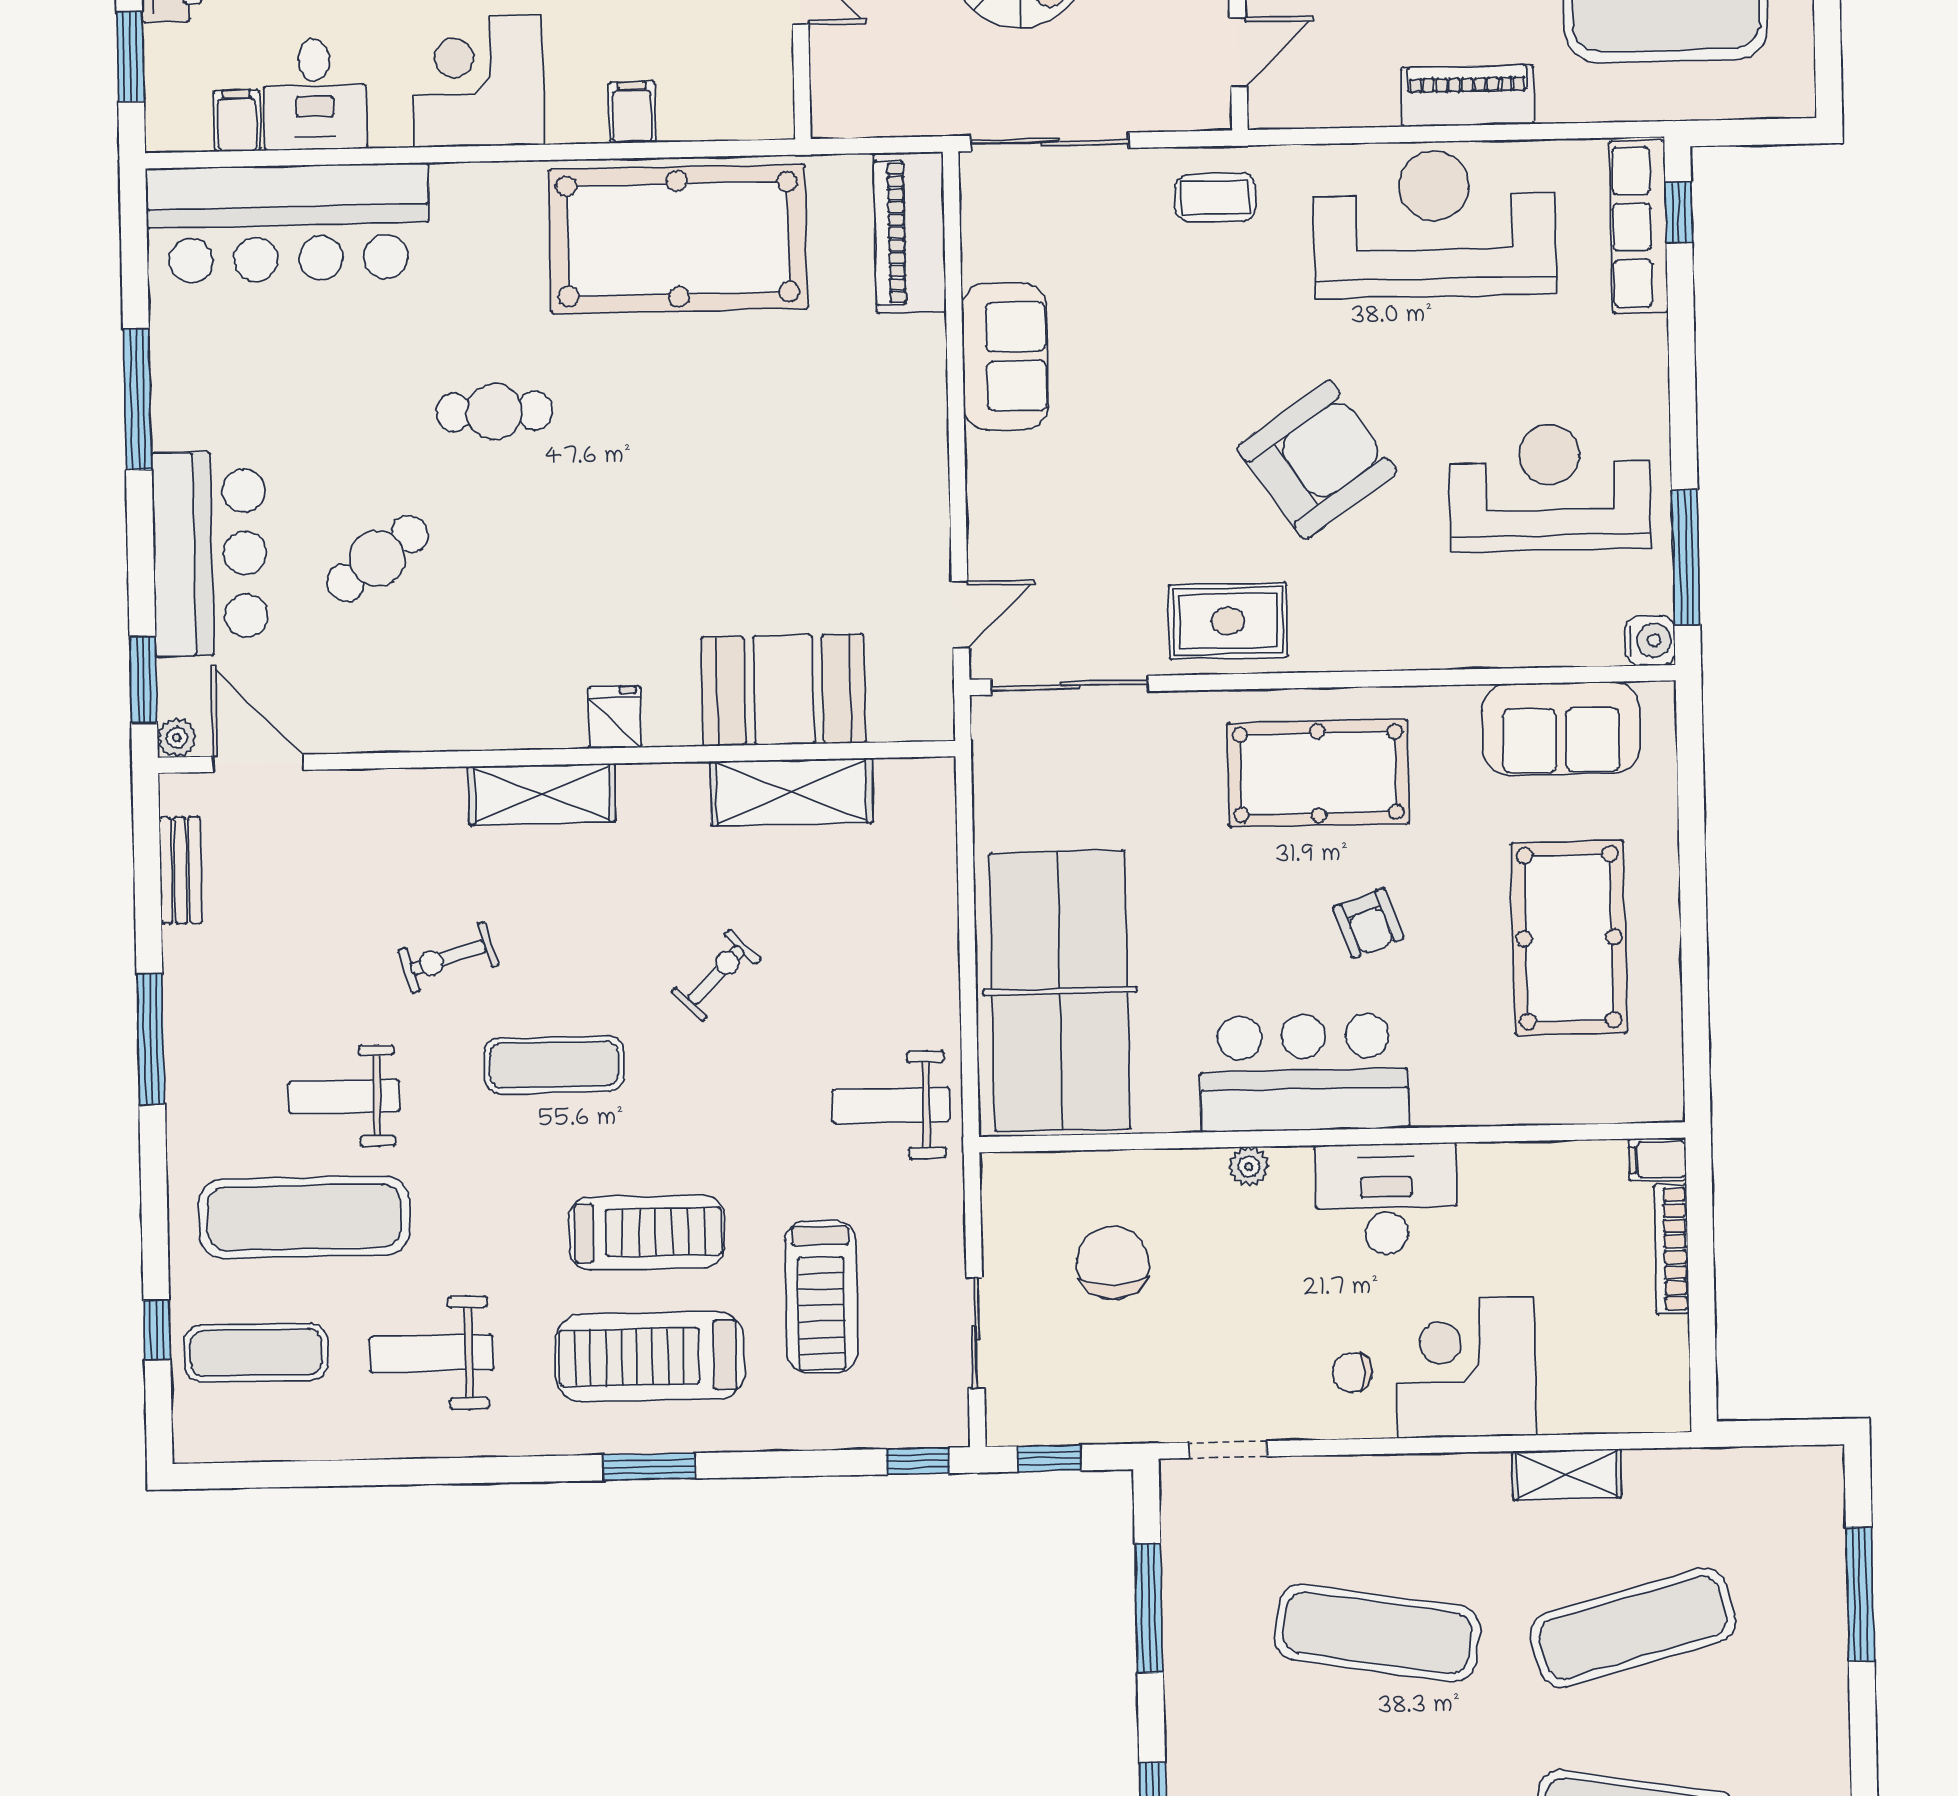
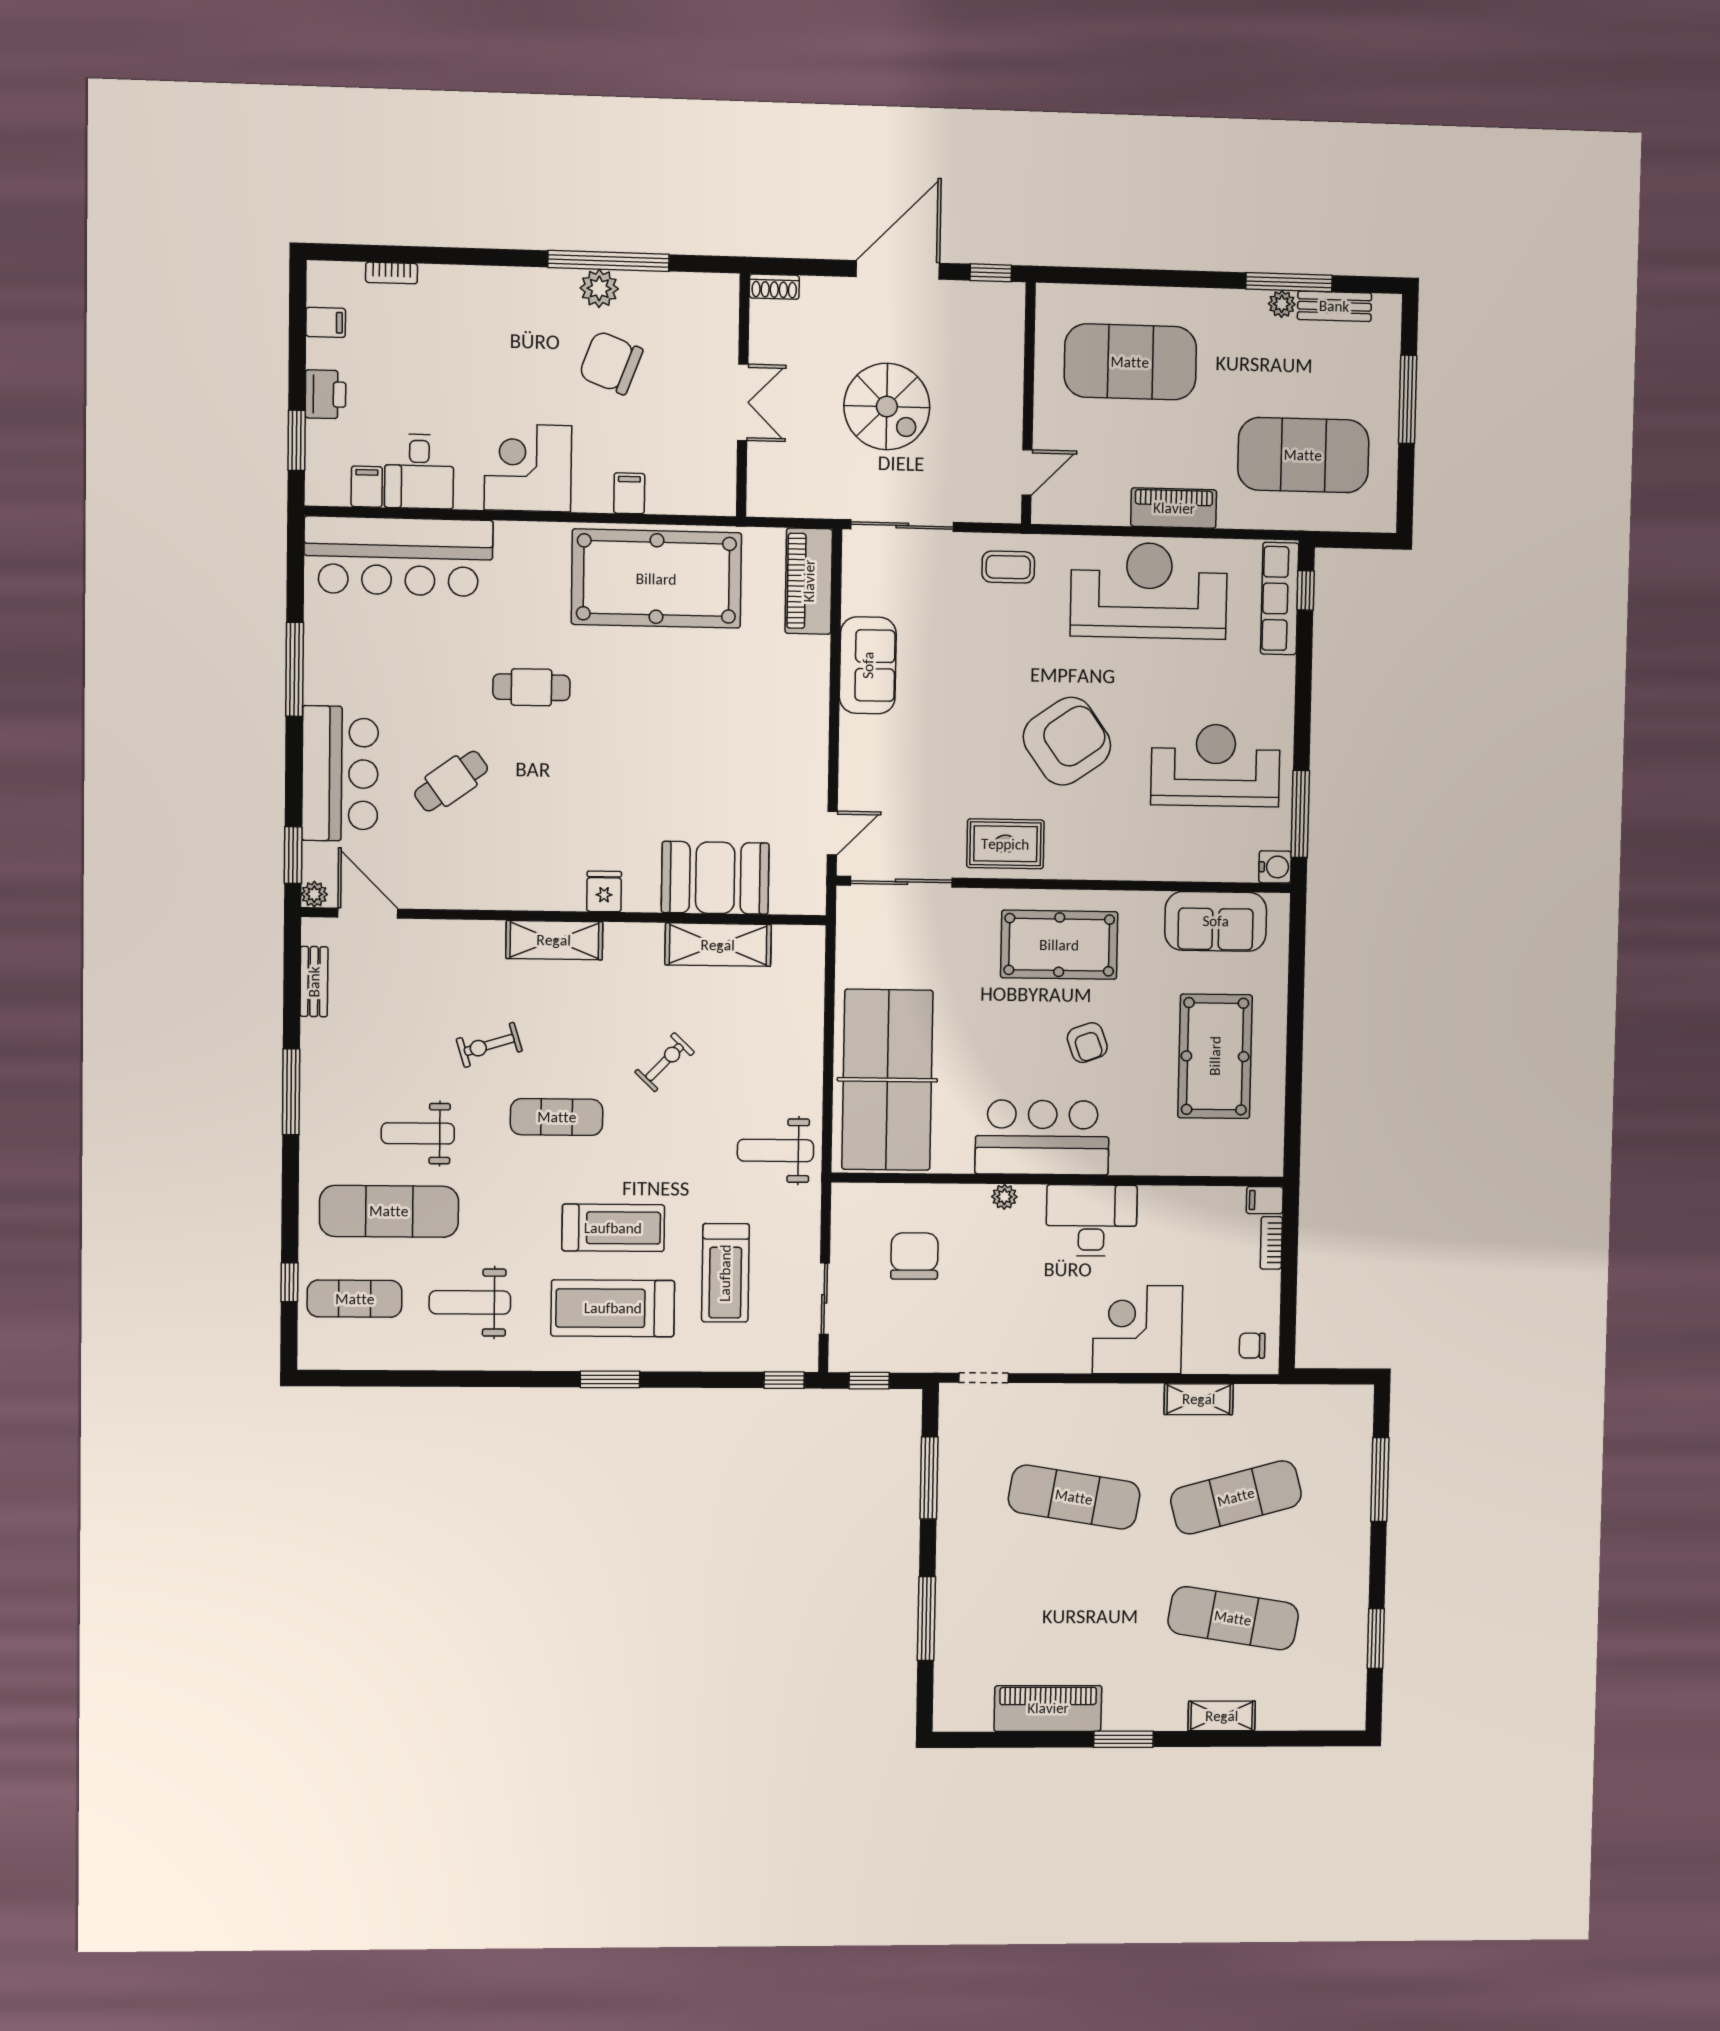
bookcase: (1671, 1249) -> (1271, 1243), width x0.64
chair: (1352, 1373) -> (1252, 1346), moved

